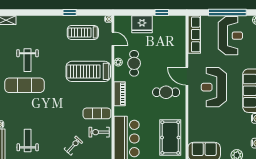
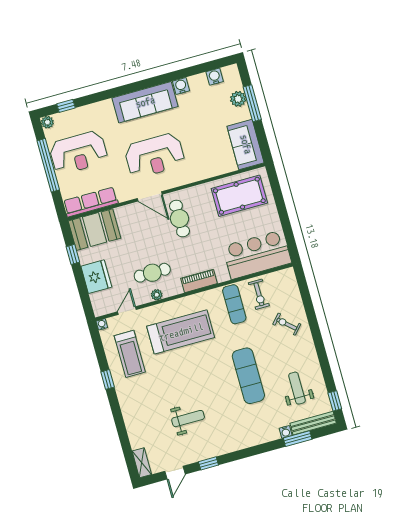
booth: (175, 32) -> (94, 230), added
reception desk: (230, 36) -> (79, 153), turned 180
treadmill: (88, 71) -> (181, 332), turned -90
door: (187, 76) -> (150, 196), hinge flipped
exercise mat: (24, 85) -> (248, 376), moved
weight bench: (28, 140) -> (297, 388), turned 90

